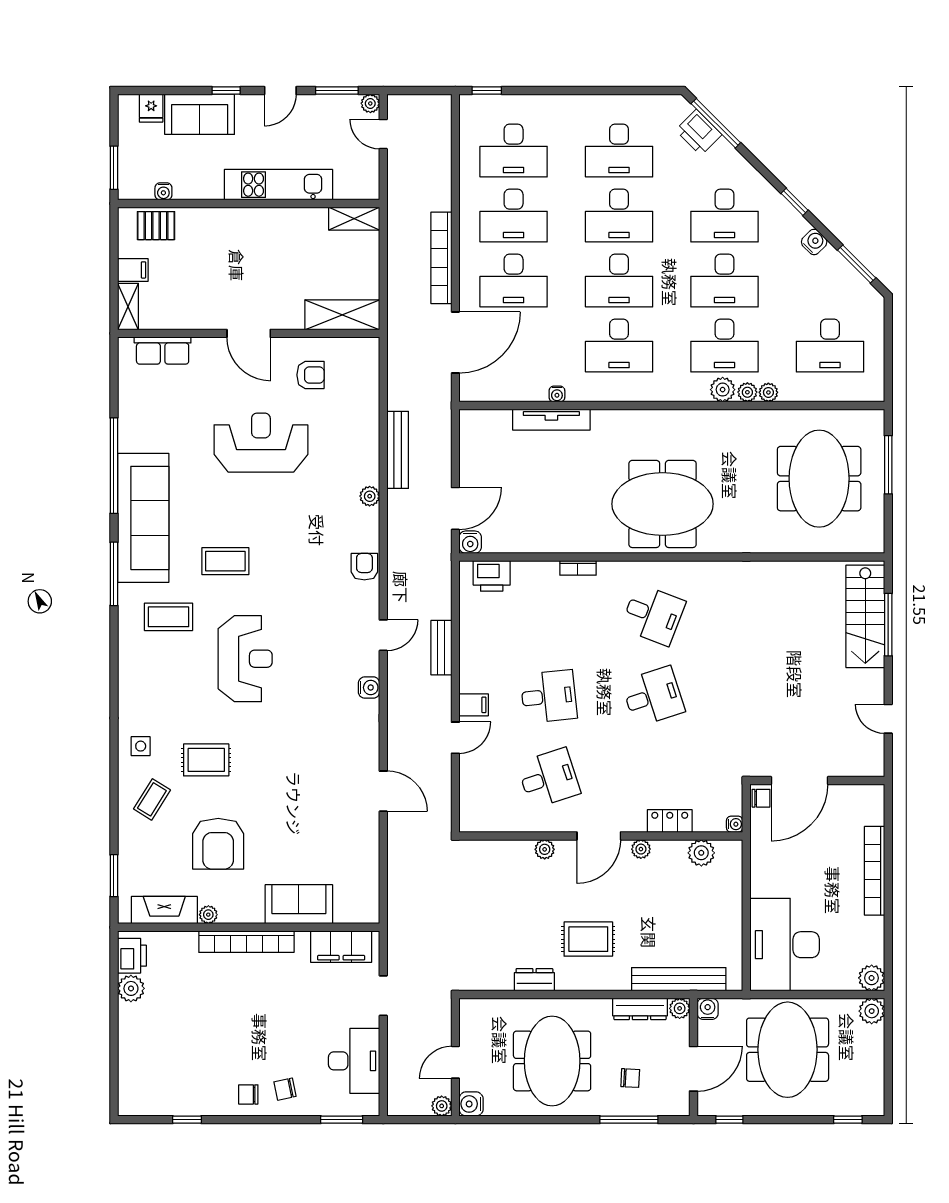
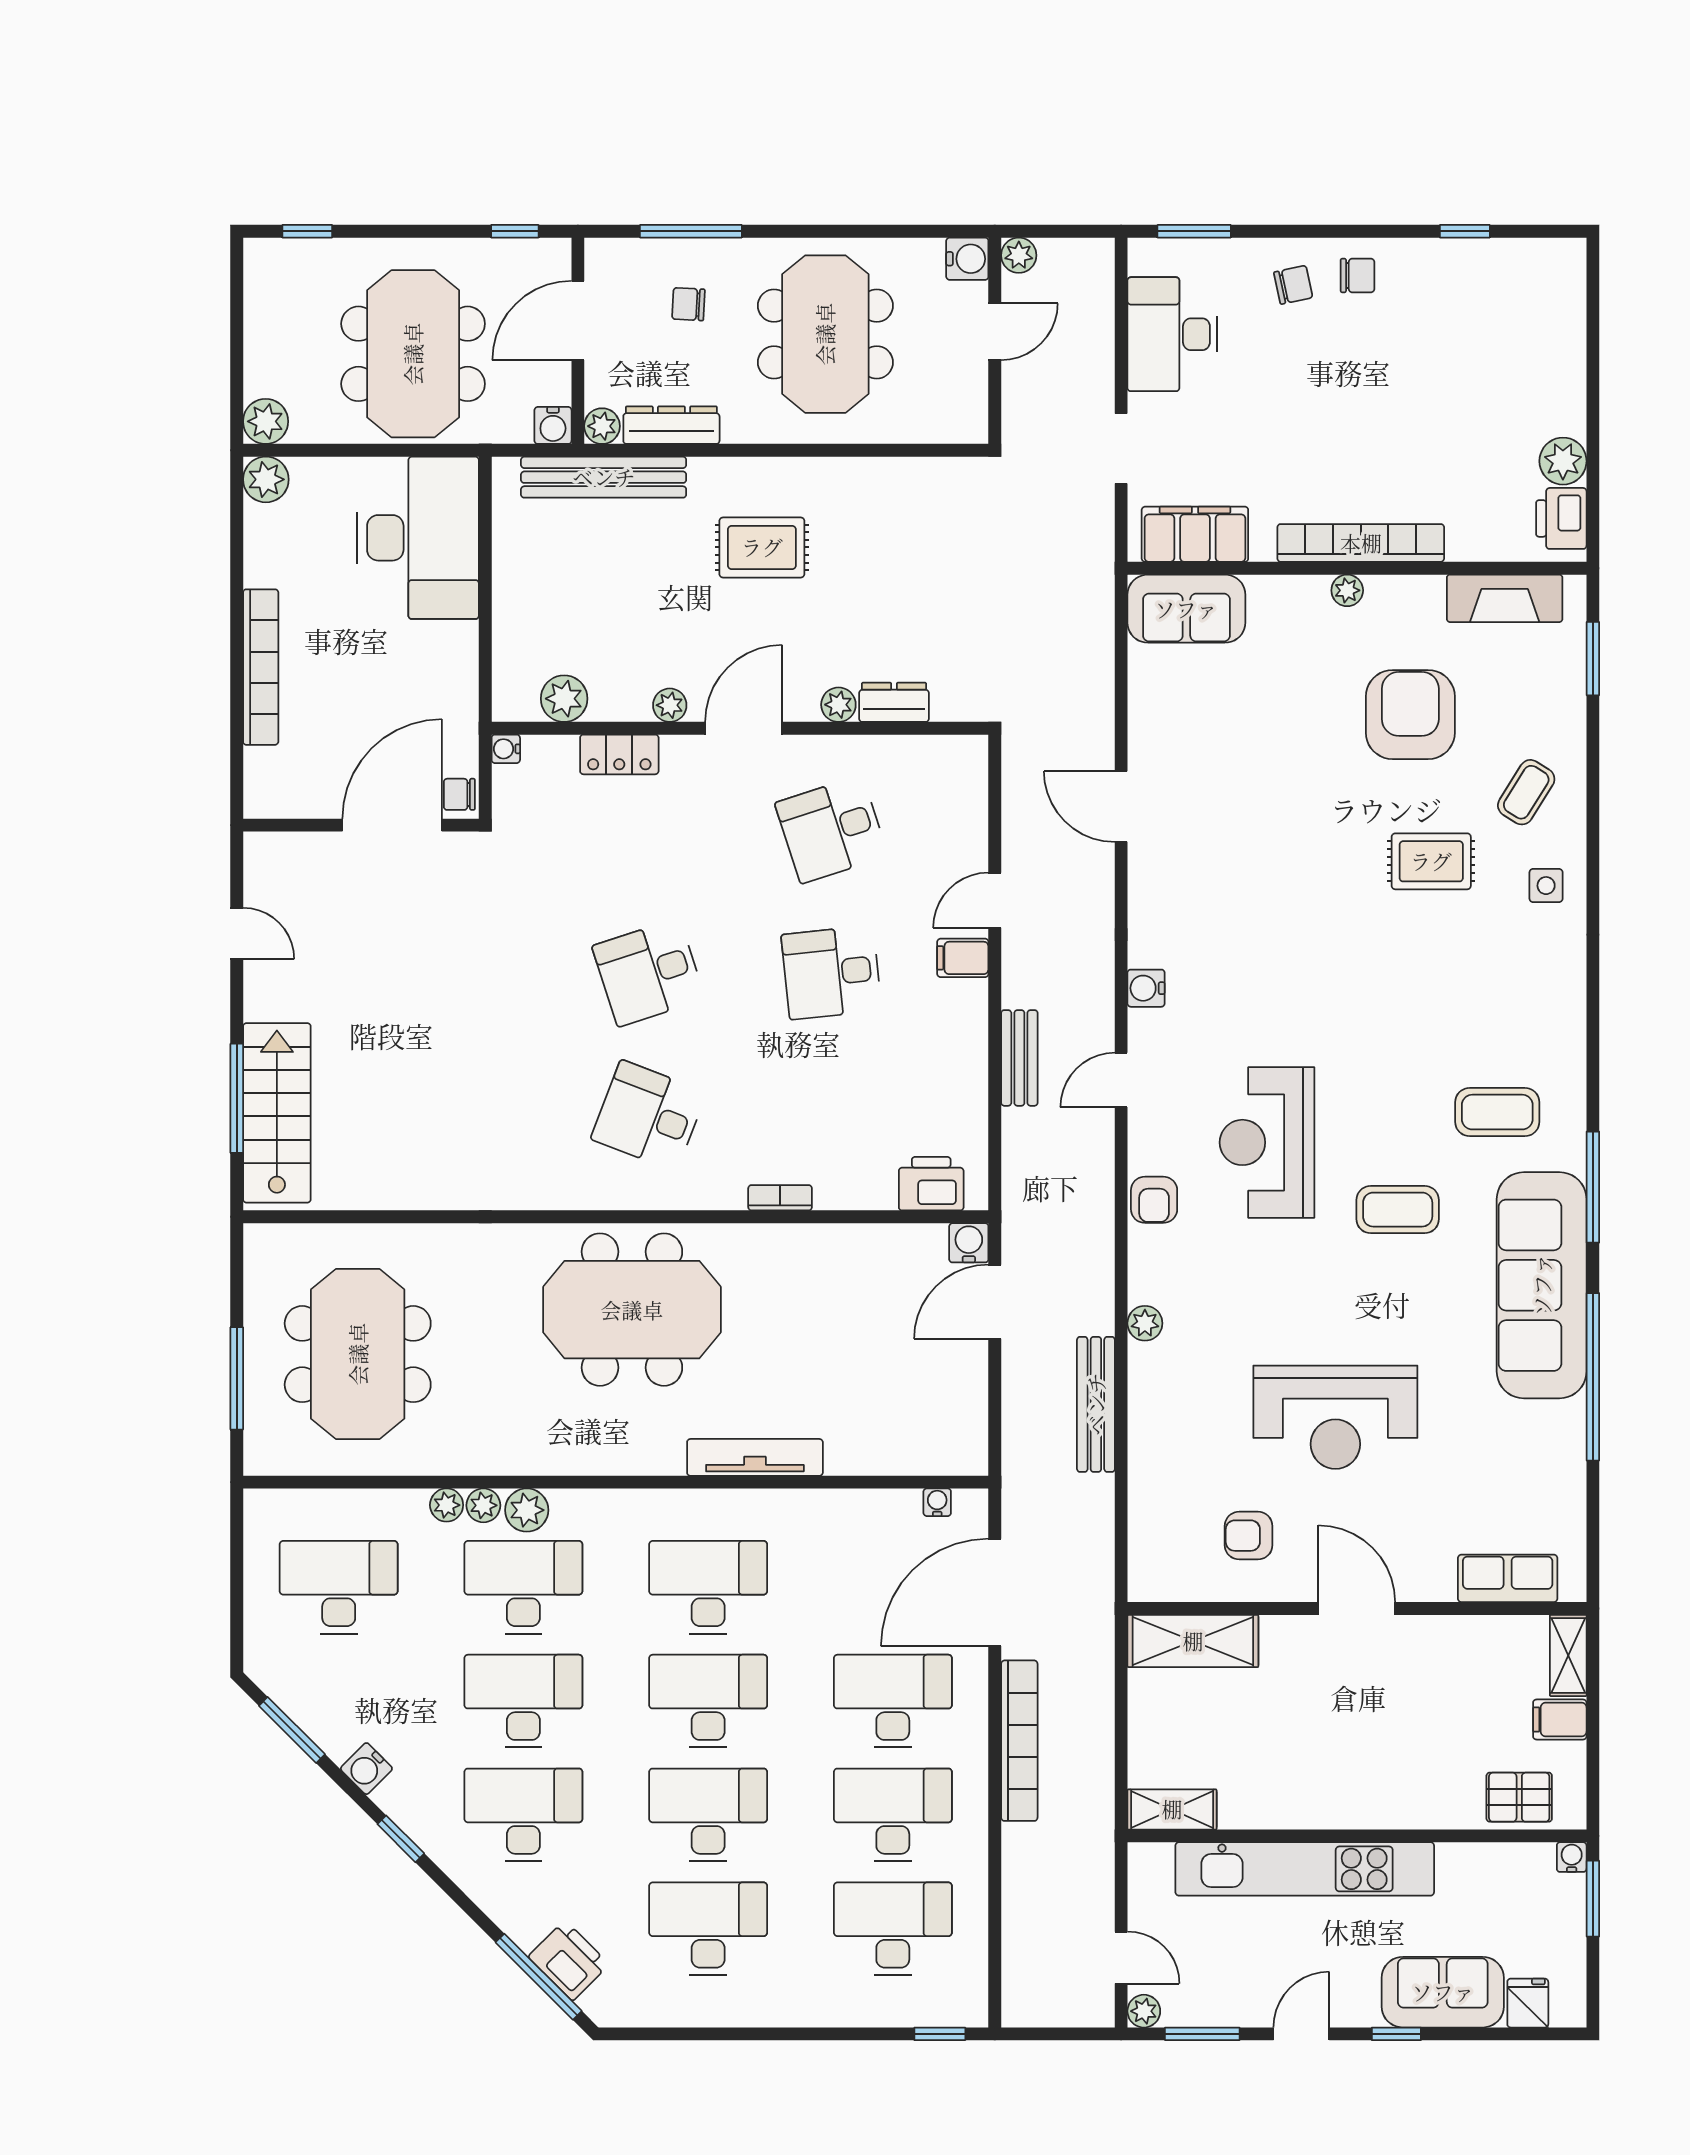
kitchen unit: (278, 185) -> (1305, 1869), width x1.36
water cooler: (163, 191) -> (1572, 1857), moved
water cooler: (557, 394) -> (937, 1502), moved
tv unit: (551, 420) -> (755, 1457), moved
reception desk: (245, 659) -> (1267, 1142), moved
sofa: (299, 904) -> (1186, 609), moved
plant: (208, 915) -> (1347, 590), moved
dresser: (534, 980) -> (894, 702), moved, turned 180

